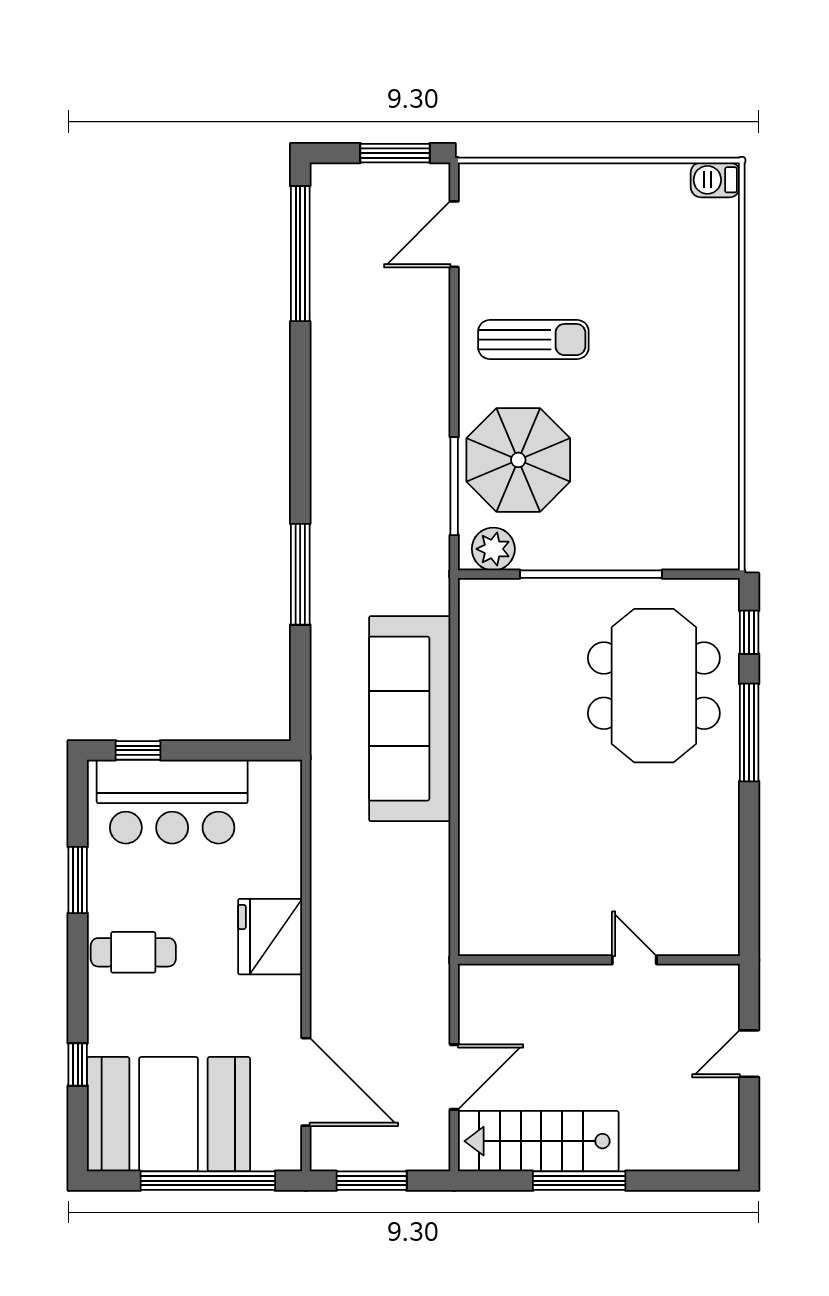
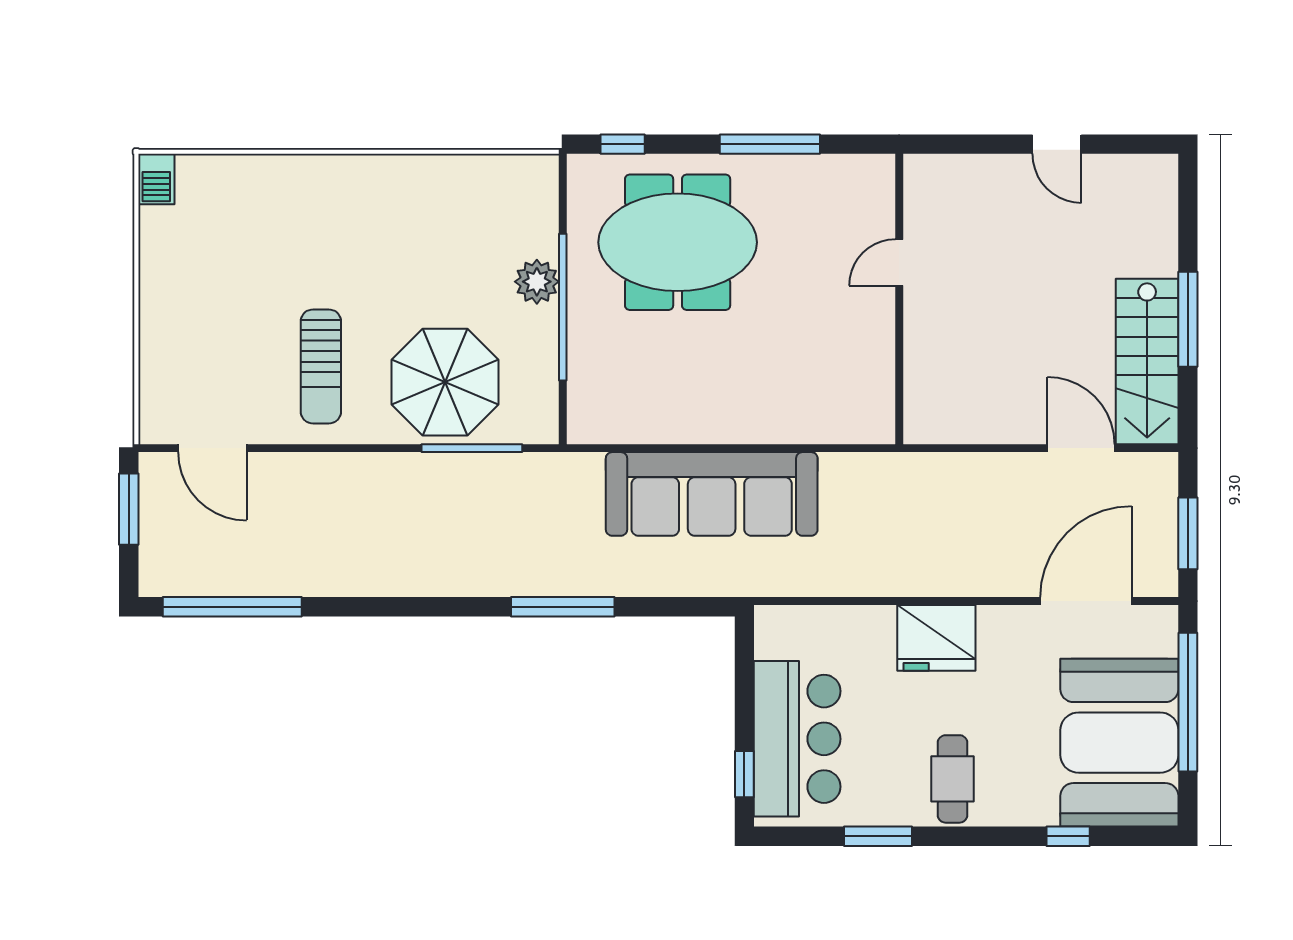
sun lounger: (533, 340) -> (321, 366), turned 180
plant: (493, 549) -> (537, 282), moved
window: (749, 733) -> (770, 144), moved
wall: (599, 960) -> (899, 299), moved
door: (634, 960) -> (899, 262), moved

